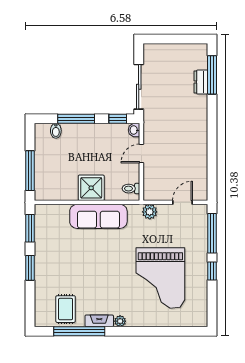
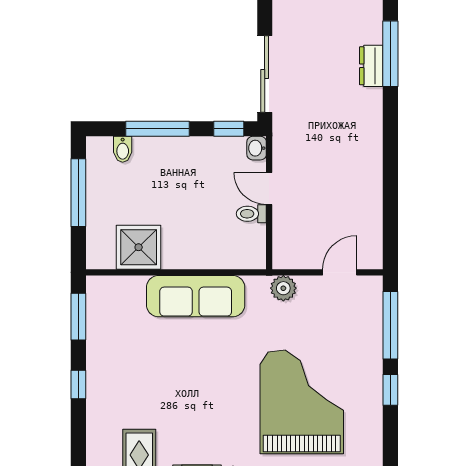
door: (141, 154) -> (269, 188), hinge flipped
window: (30, 171) -> (78, 193), moved
shower: (91, 188) -> (139, 247), moved
toilet: (131, 189) -> (251, 214), moved
window: (30, 268) -> (78, 384), width x0.67
grand piano: (160, 278) -> (302, 402), turned 180

